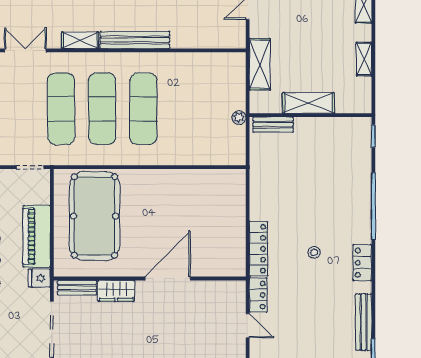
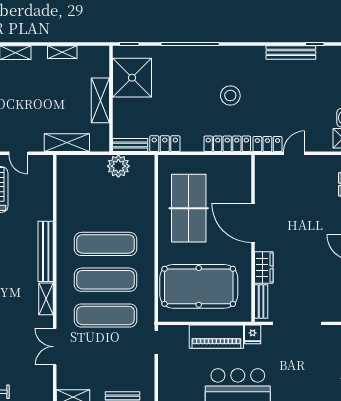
plant: (239, 118) -> (118, 166), width x1.88, depth x1.88
bench: (273, 125) -> (130, 145), moved, turned 90
shower: (335, 139) -> (132, 78), added
table tennis table: (184, 204) -> (189, 208), added
stool: (314, 252) -> (230, 95), width x1.89, depth x1.89
locker: (362, 263) -> (165, 144), moved, turned 180

